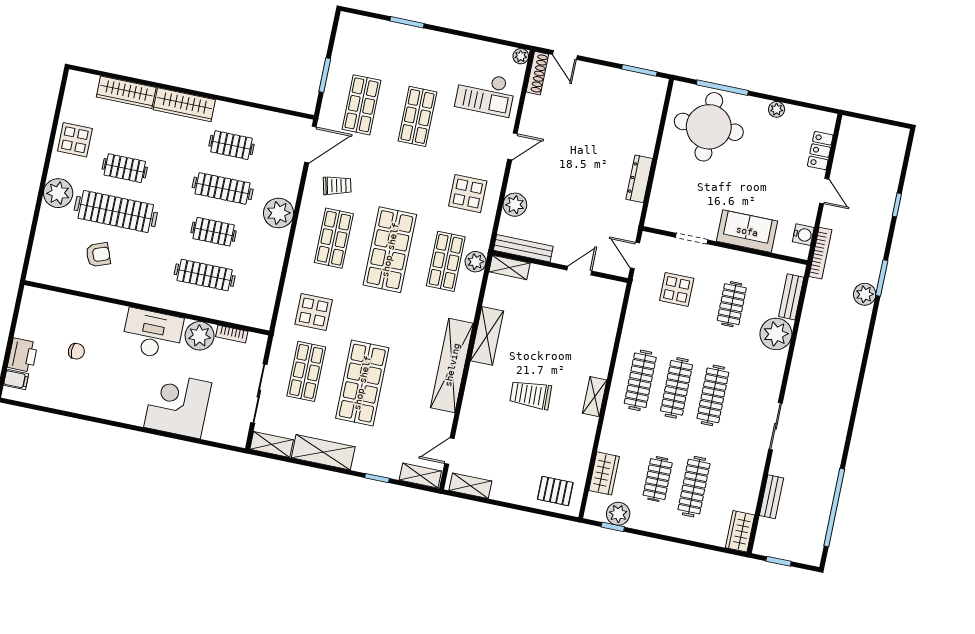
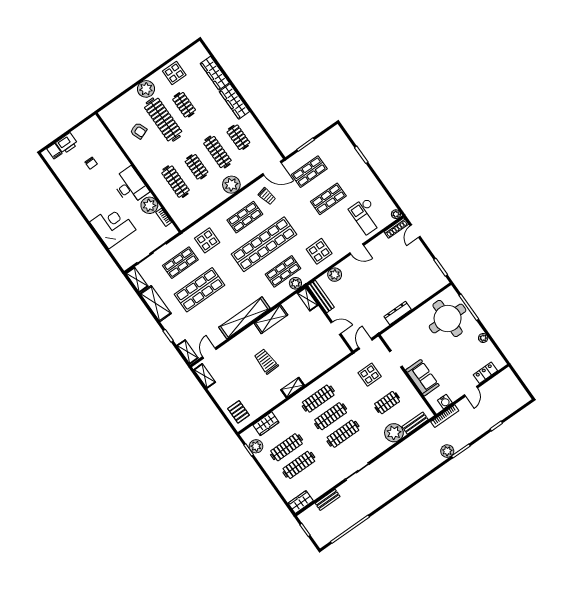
shop shelf: (390, 250) -> (264, 244), width x1.40
door: (449, 451) -> (209, 353), hinge flipped
clothes rail: (658, 479) -> (286, 447), width x1.36

